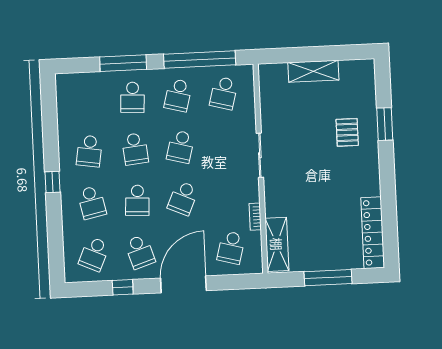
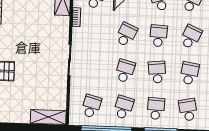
shelving: (313, 71) -> (48, 117), moved
school desk: (87, 99) -> (188, 110), added
school desk: (92, 202) -> (191, 37), turned 36

